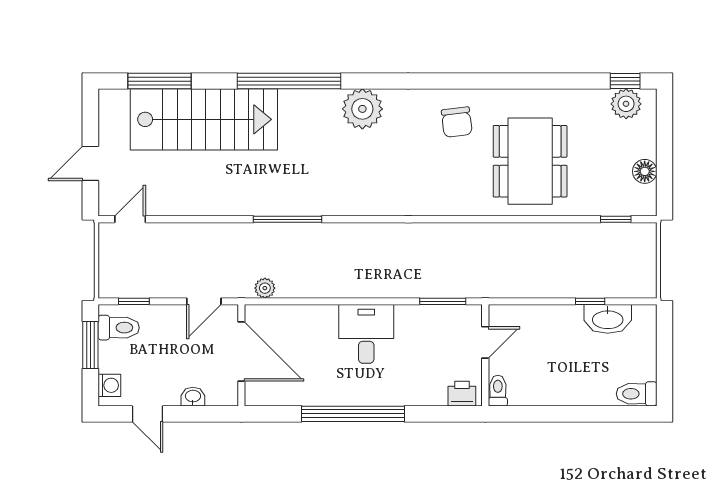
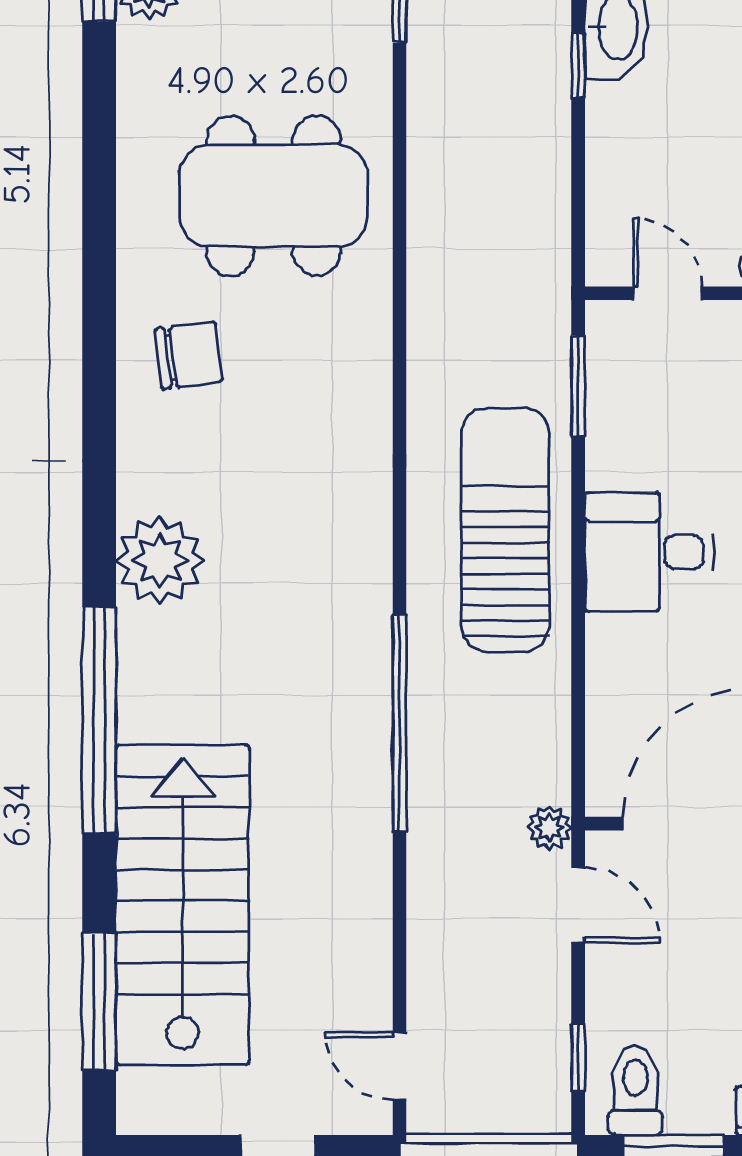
window: (288, 219) -> (400, 723), width x1.46
sun lounger: (376, 268) -> (505, 530), added
plant: (265, 288) -> (549, 828), moved

